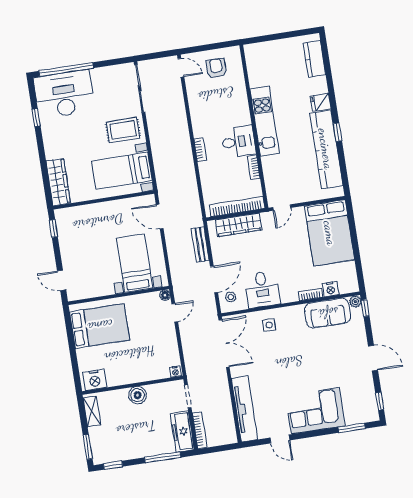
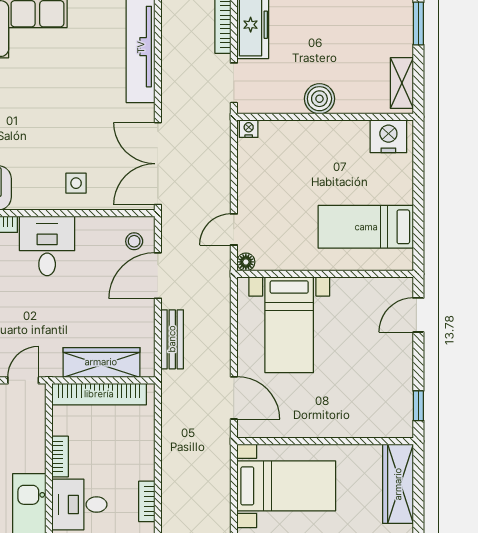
door: (62, 280) -> (418, 315), swing flipped
desk: (262, 289) -> (47, 246), moved
bed: (100, 326) -> (366, 227), width x0.67

